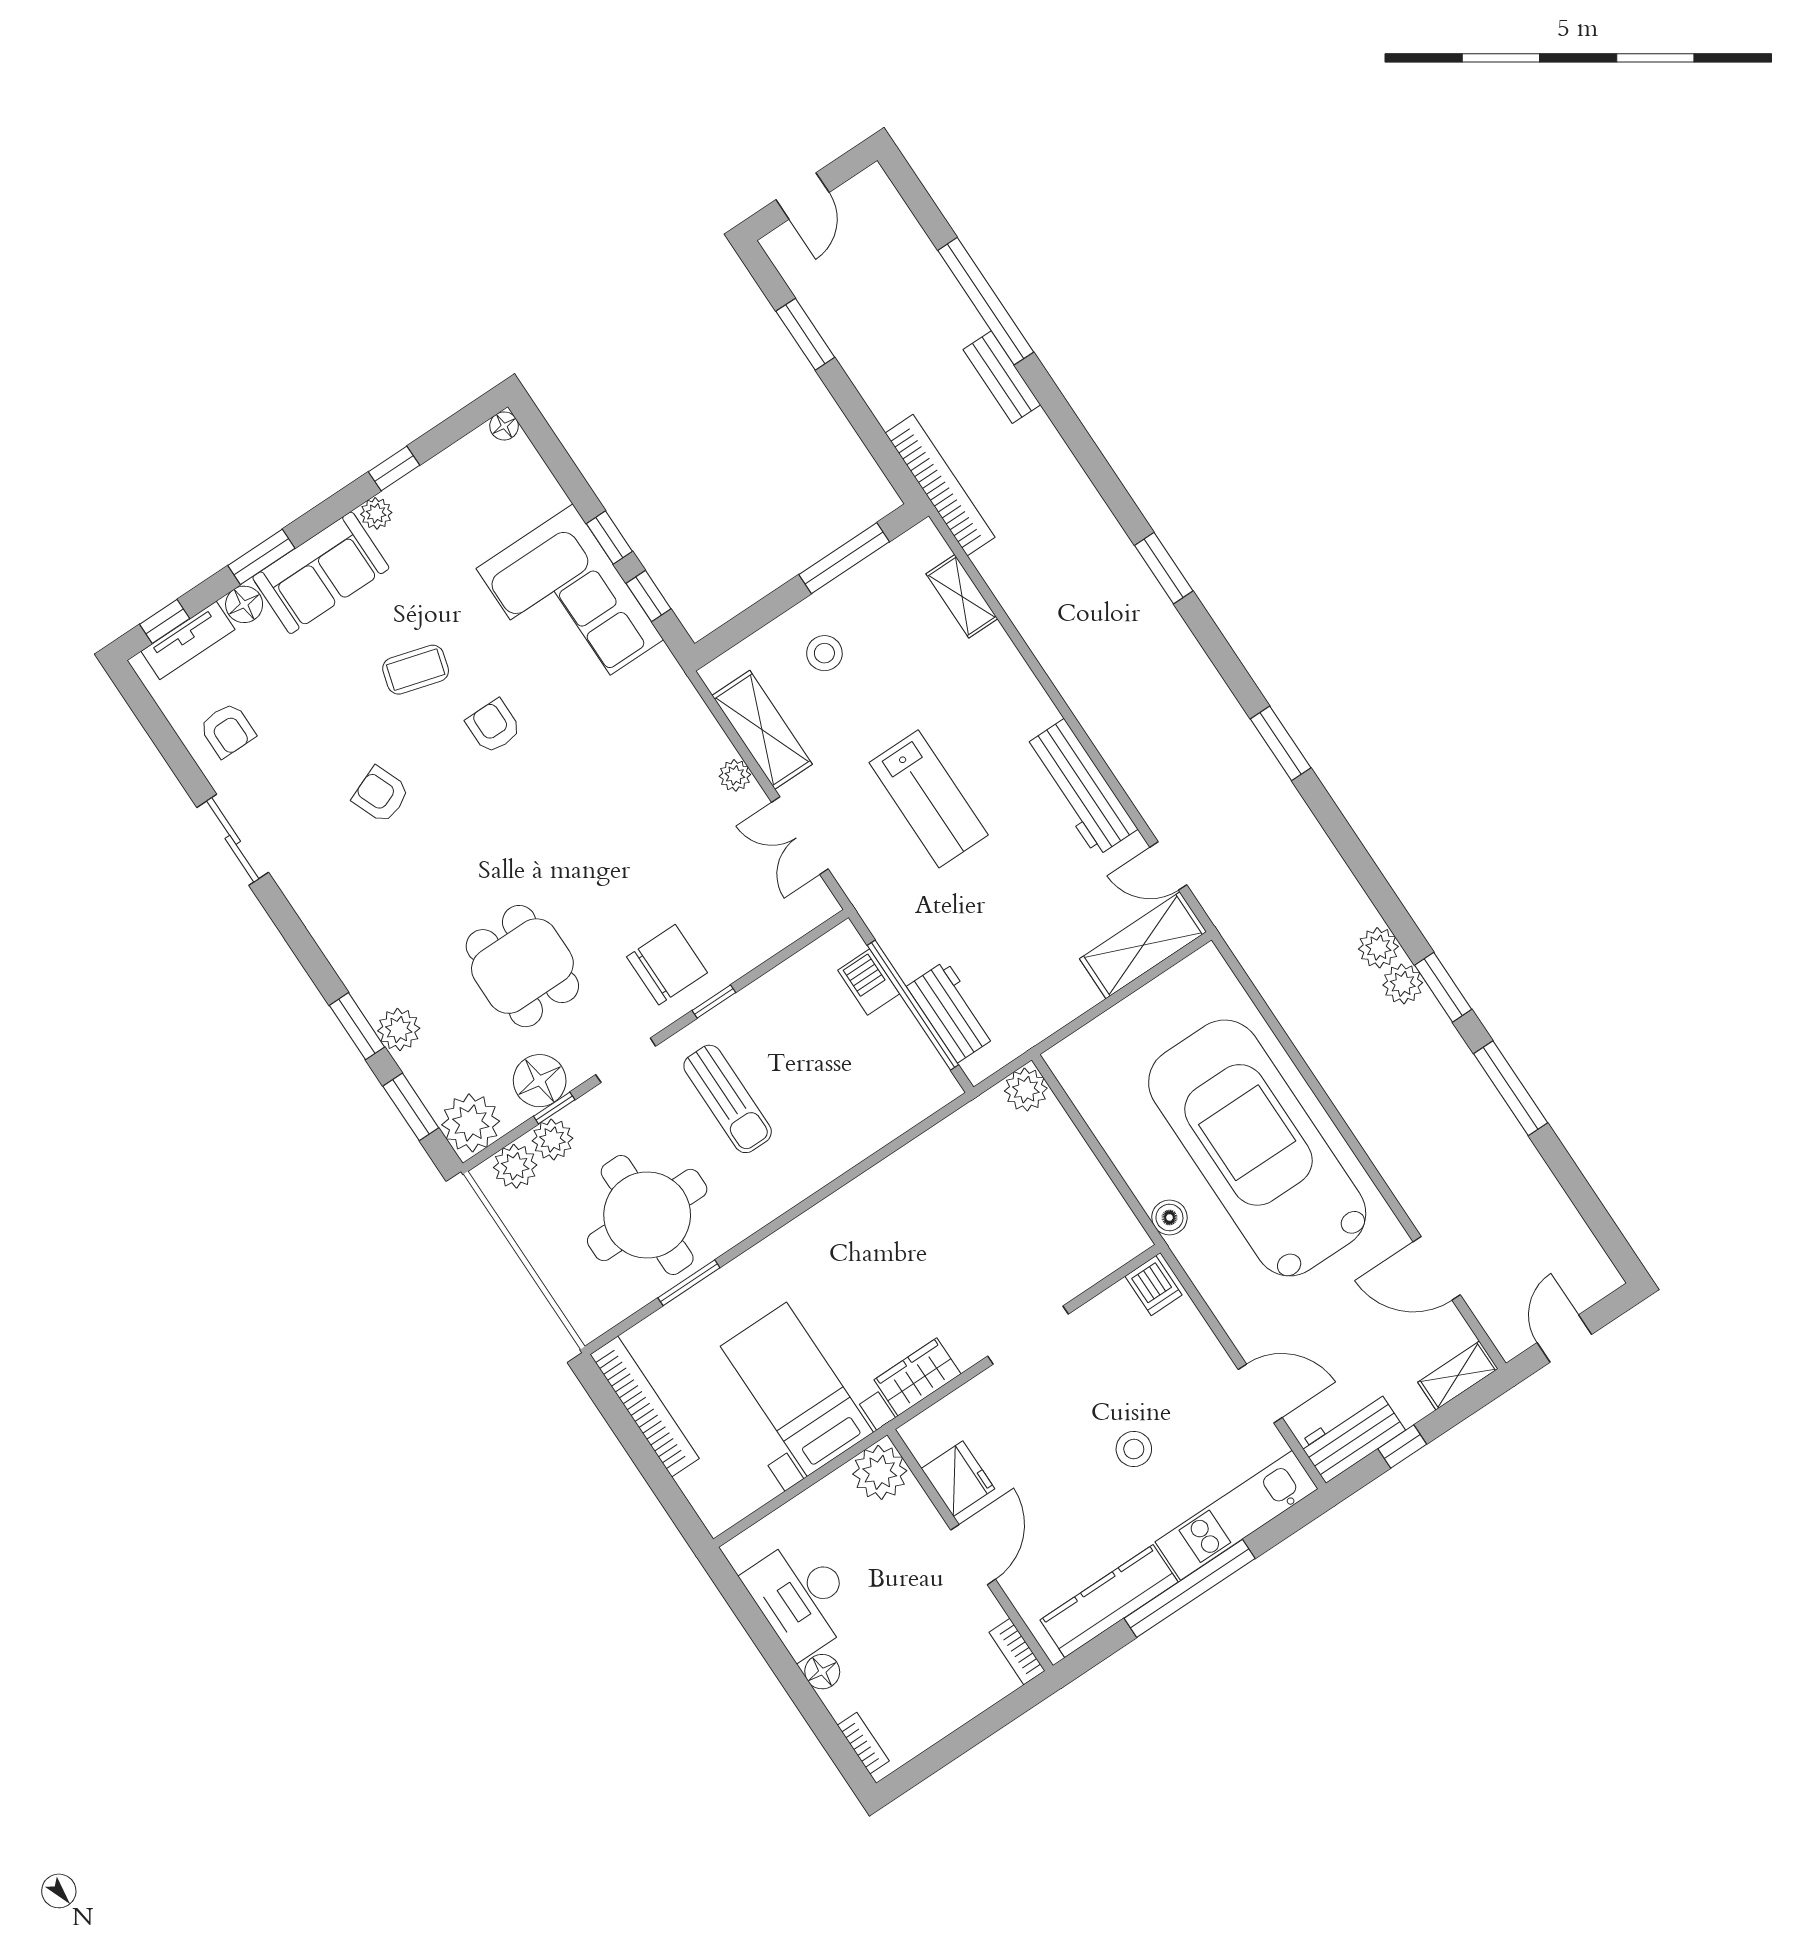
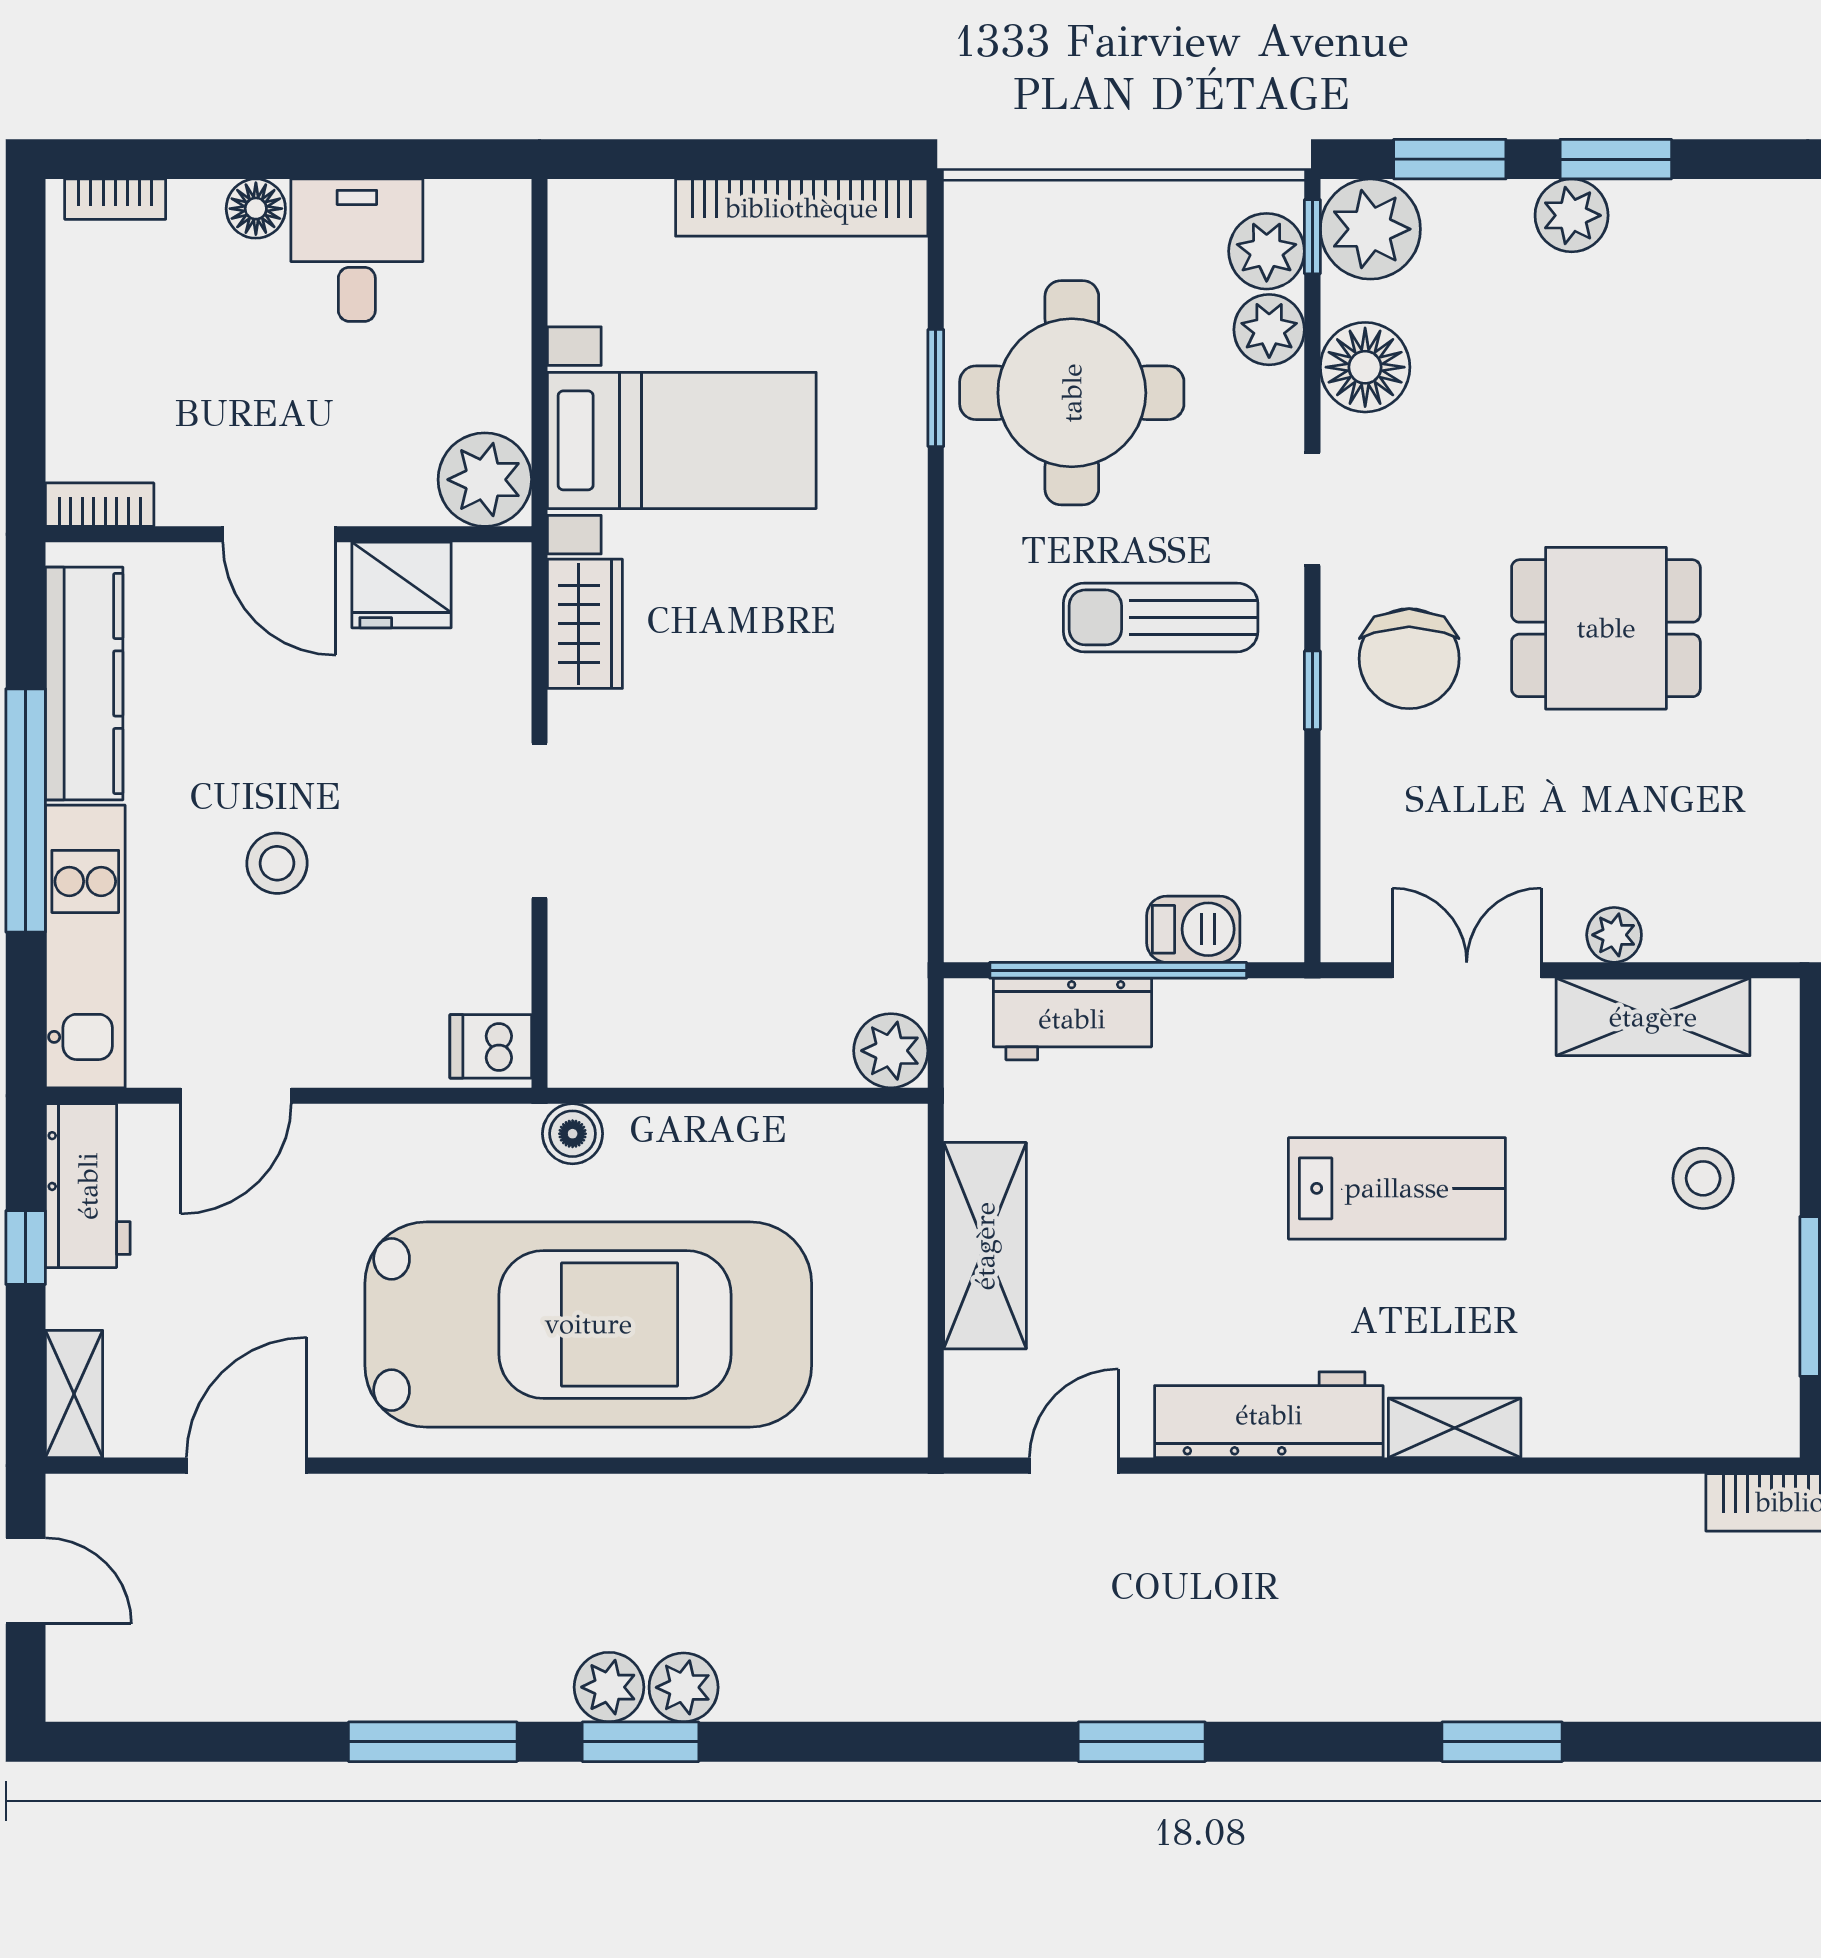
shelving: (962, 596) -> (1455, 1428), moved
lab bench: (929, 799) -> (1397, 1188), turned 180
shelving: (1143, 945) -> (985, 1246), moved
plant: (1378, 948) -> (609, 1687), moved
dining table: (522, 966) -> (1606, 628), moved
window: (554, 1108) -> (1312, 237), moved
desk: (802, 1597) -> (357, 250), width x0.73

